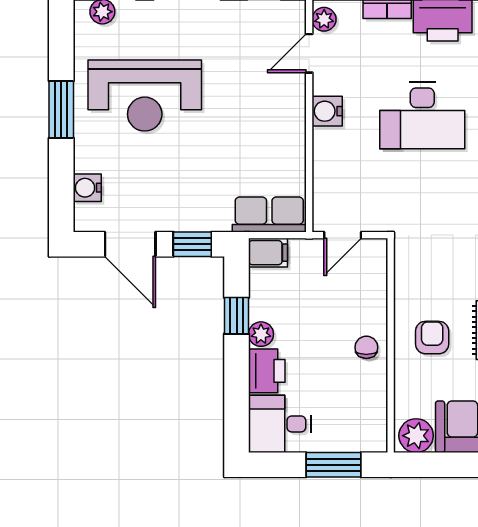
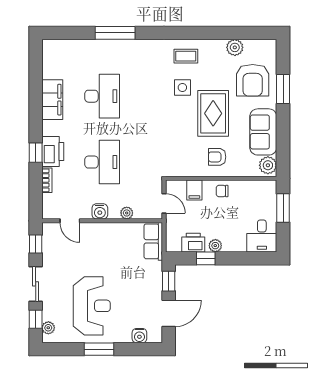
plant: (324, 19) -> (127, 213), moved
filing cabinet: (268, 253) -> (194, 190), moved, turned 180
printer: (267, 371) -> (193, 243), moved

